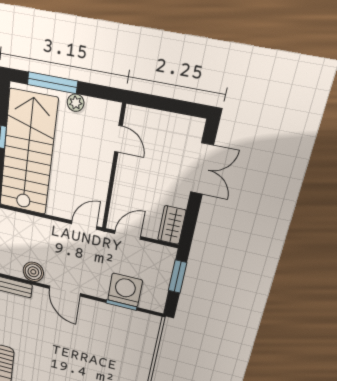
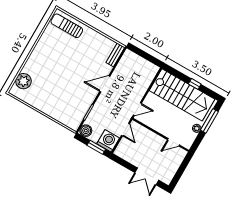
door: (84, 225) -> (137, 109), hinge flipped
wardrobe: (172, 225) -> (124, 153), removed
boiler: (33, 272) -> (86, 131), moved
washing machine: (125, 290) -> (108, 141), moved, turned -90

